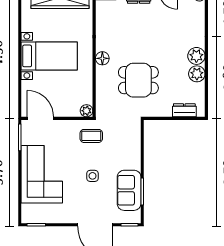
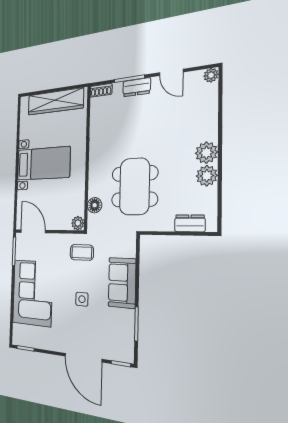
floor lamp: (102, 58) -> (95, 205), moved
dining table: (138, 80) -> (135, 187), width x1.37
sofa: (129, 190) -> (122, 283), moved

